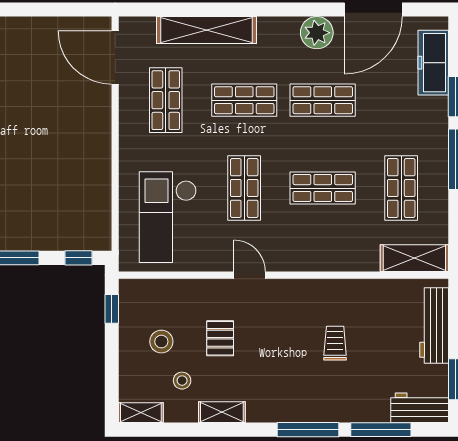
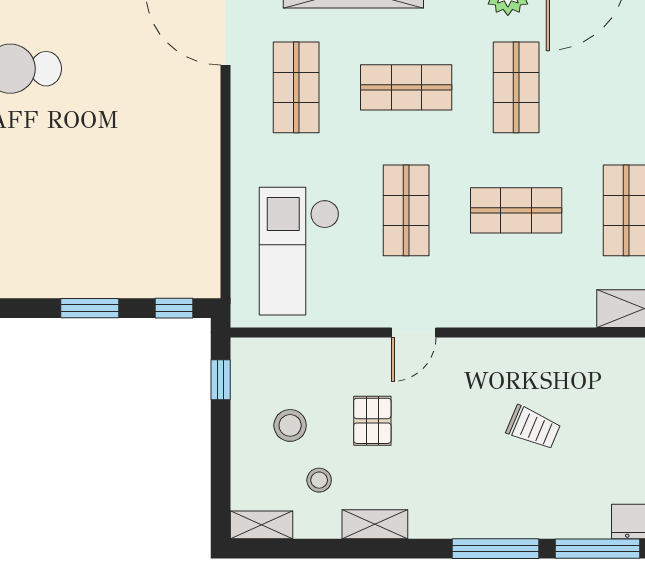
shop shelf: (323, 100) -> (516, 87), turned 90
door: (250, 275) -> (414, 333), swing flipped
trolley: (335, 343) -> (533, 428), turned 113

